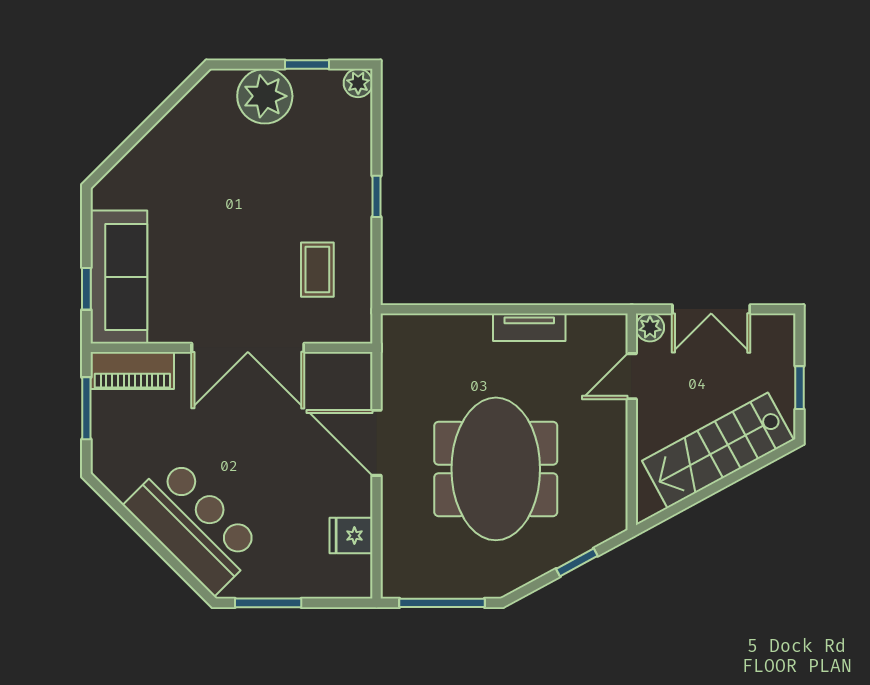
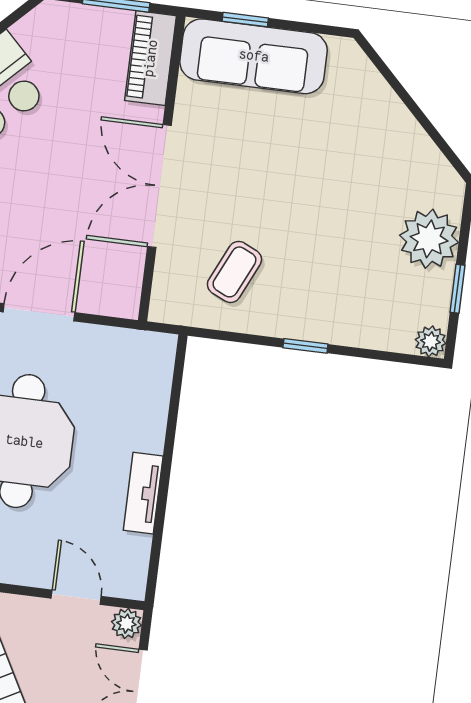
coffee table: (317, 270) -> (234, 272), turned -65

